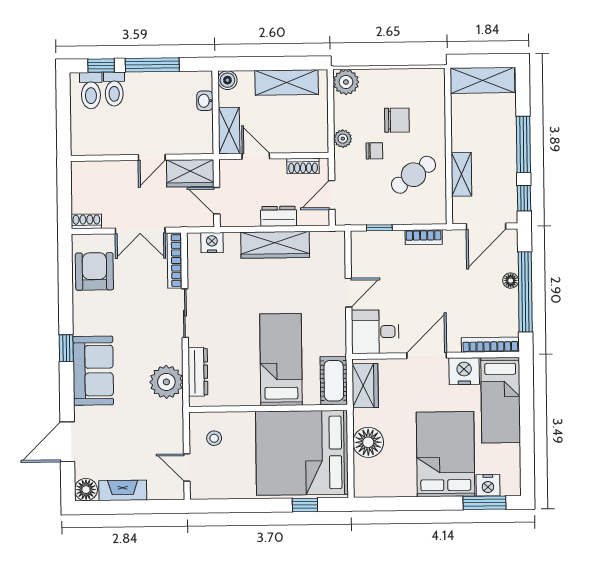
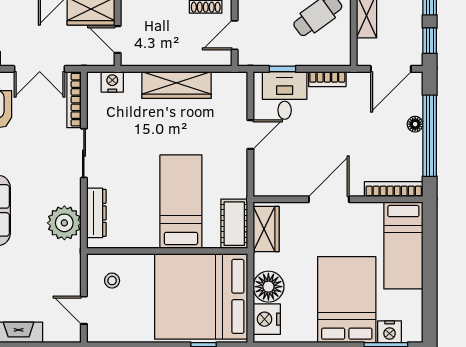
dresser: (279, 216) -> (180, 56), removed
desk: (375, 332) -> (285, 95), moved, turned 90
nightstand: (464, 371) -> (267, 319), moved, turned -90

